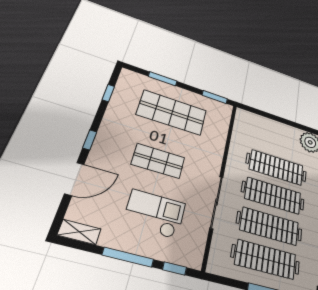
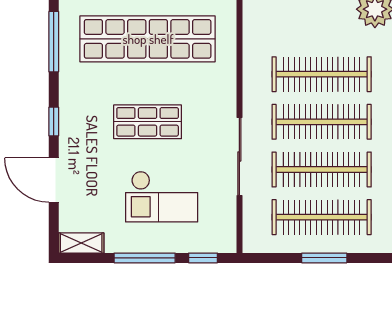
window: (108, 93) -> (54, 42), width x2.17
shop shelf: (172, 113) -> (148, 39), width x1.40
door: (74, 179) -> (54, 180), swing flipped
checkout: (155, 214) -> (162, 197), turned 180

